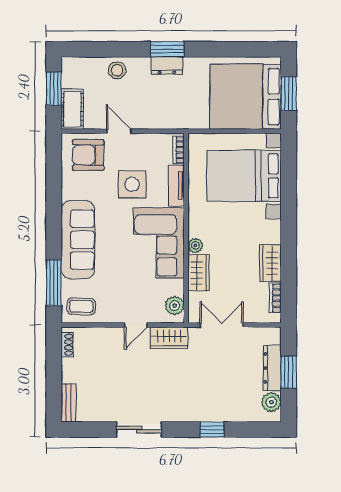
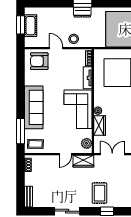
stool: (117, 70) -> (74, 39), moved
cot: (72, 109) -> (31, 26), moved
side table: (132, 184) -> (63, 77), removed
rug: (199, 396) -> (100, 193), added

